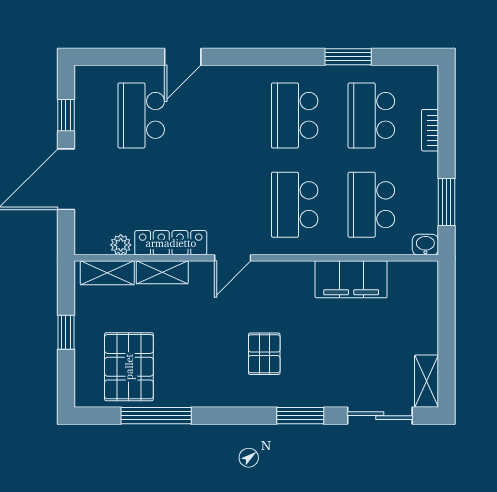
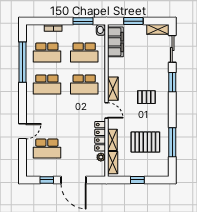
door: (183, 57) -> (22, 131), hinge flipped
window: (348, 57) -> (22, 62), width x2.11
shelving: (285, 273) -> (113, 89), added
filing cabinet: (351, 279) -> (115, 42), moved
window: (447, 323) -> (133, 21), added
pallet: (129, 367) -> (145, 142), moved

